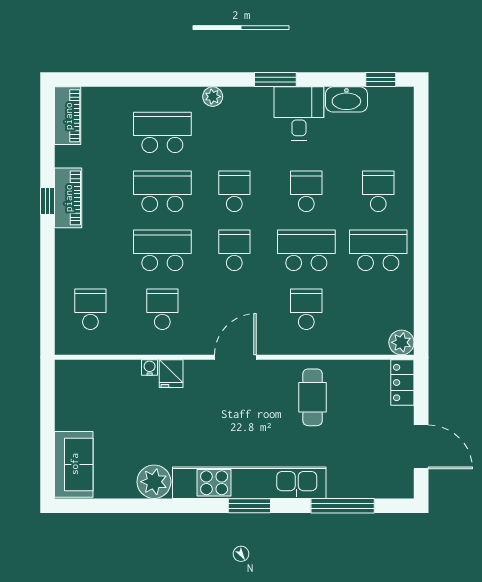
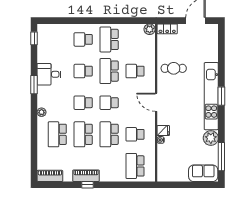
washbasin: (346, 99) -> (43, 53), removed
school desk: (90, 309) -> (135, 166), width x1.85
window: (343, 506) -> (221, 157), moved

